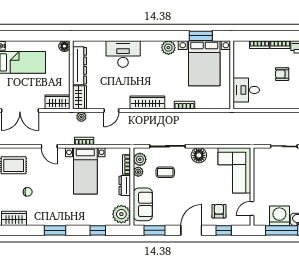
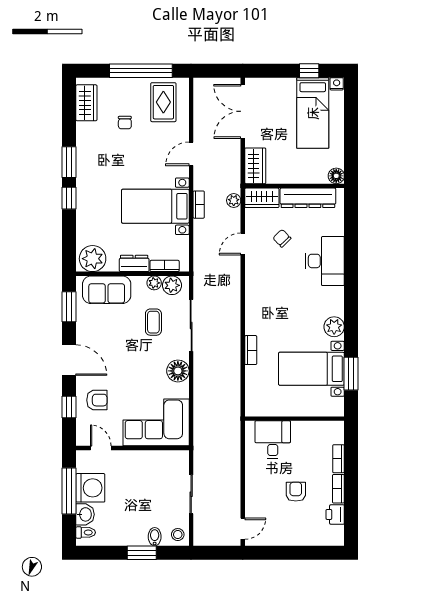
bed with nightstands: (204, 63) -> (311, 369), width x0.73
chair: (107, 84) -> (282, 238), added
wardrobe: (147, 102) -> (255, 296), removed
door: (111, 111) -> (243, 244), hinge flipped
window: (98, 230) -> (69, 198), moved

